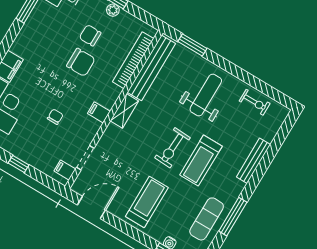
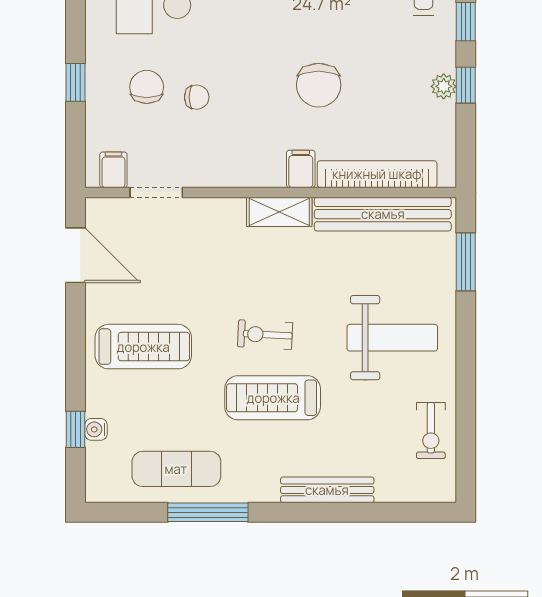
chair: (90, 35) -> (147, 87), moved
filing cabinet: (99, 112) -> (301, 169), moved
exercise bike: (172, 148) -> (265, 335), width x0.73, depth x0.72

